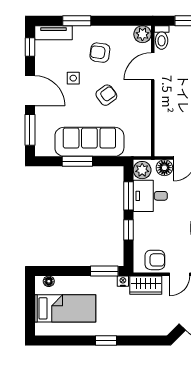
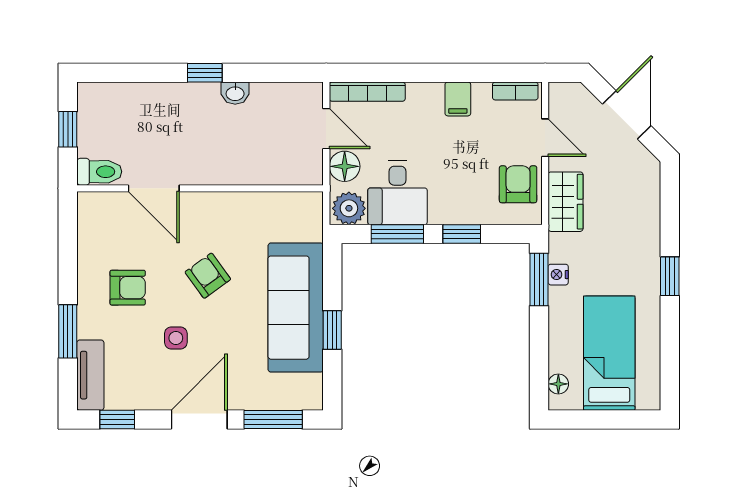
plant: (142, 34) -> (93, 208), removed
armchair: (100, 53) -> (128, 288), turned -98
window: (77, 161) -> (332, 330), width x0.67
nightstand: (123, 281) -> (558, 275), moved

